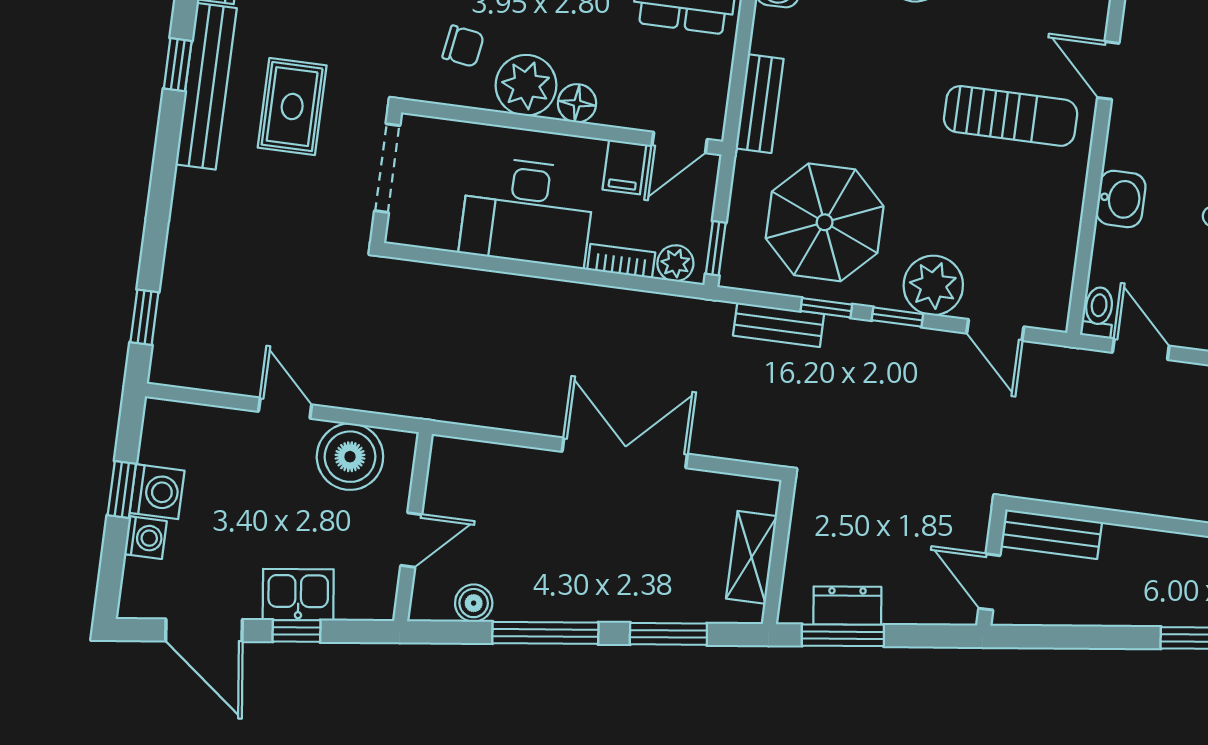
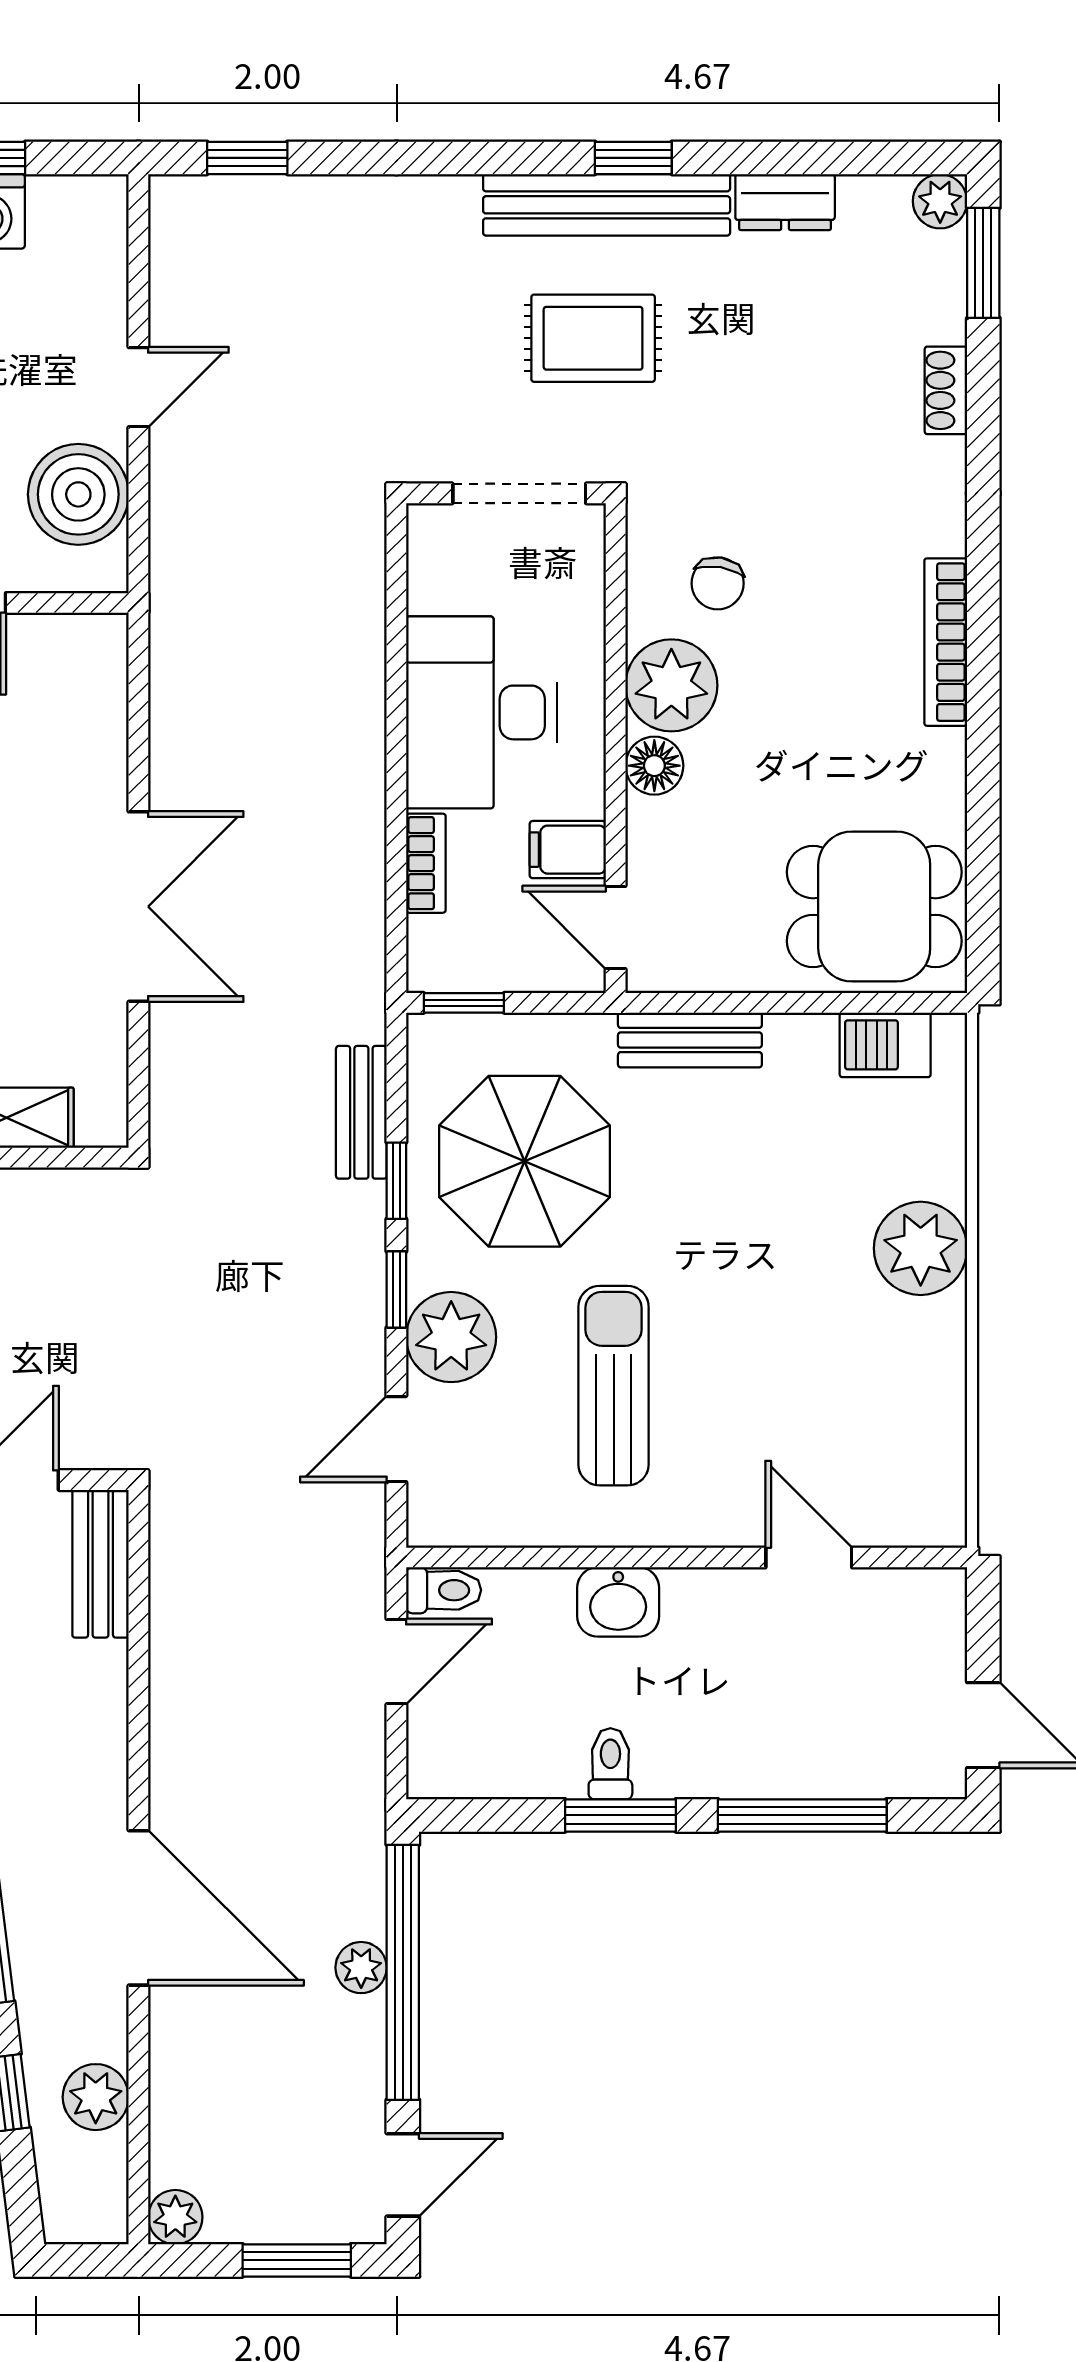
door: (1108, 70) -> (809, 1558), hinge flipped
sun lounger: (1011, 116) -> (614, 1386), moved, turned 180
plant: (675, 263) -> (433, 945), removed

